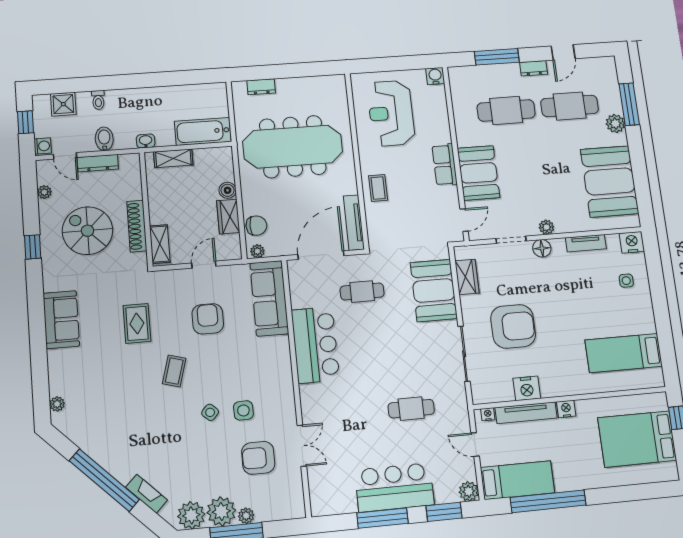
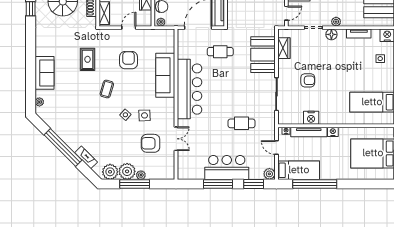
sofa: (269, 298) -> (165, 75), moved
sofa: (61, 320) -> (44, 73), moved
armchair: (513, 326) -> (308, 80), width x0.53, depth x0.53
bar counter: (315, 345) -> (190, 89), width x1.36

